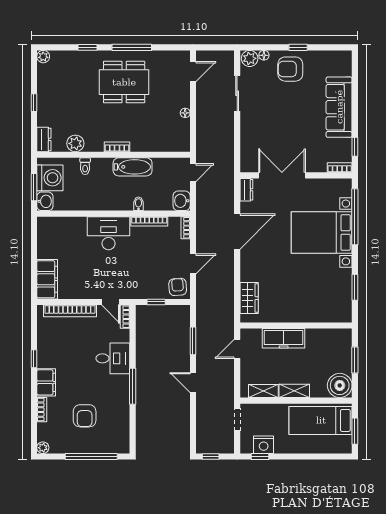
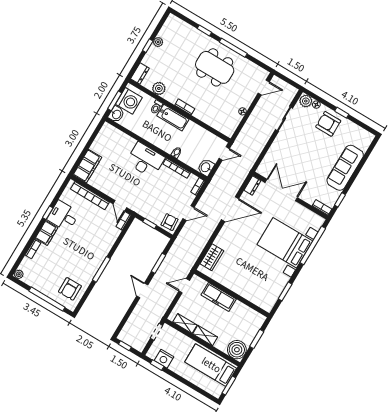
plant: (43, 57) -> (158, 42), moved
bathtub: (133, 167) -> (173, 118), moved
desk: (113, 358) -> (63, 216), moved, turned 180
armchair: (85, 416) -> (70, 289), moved

